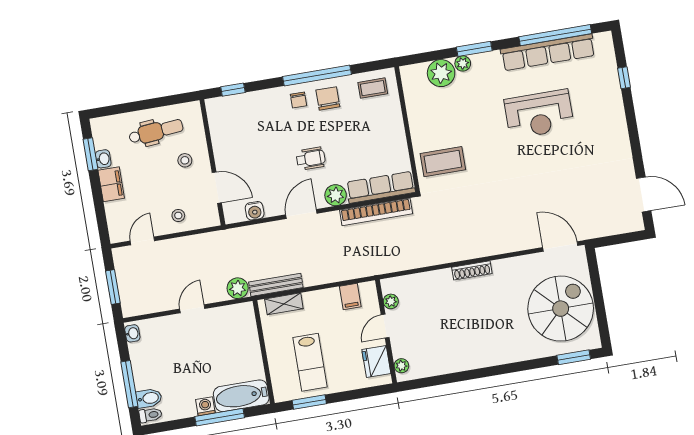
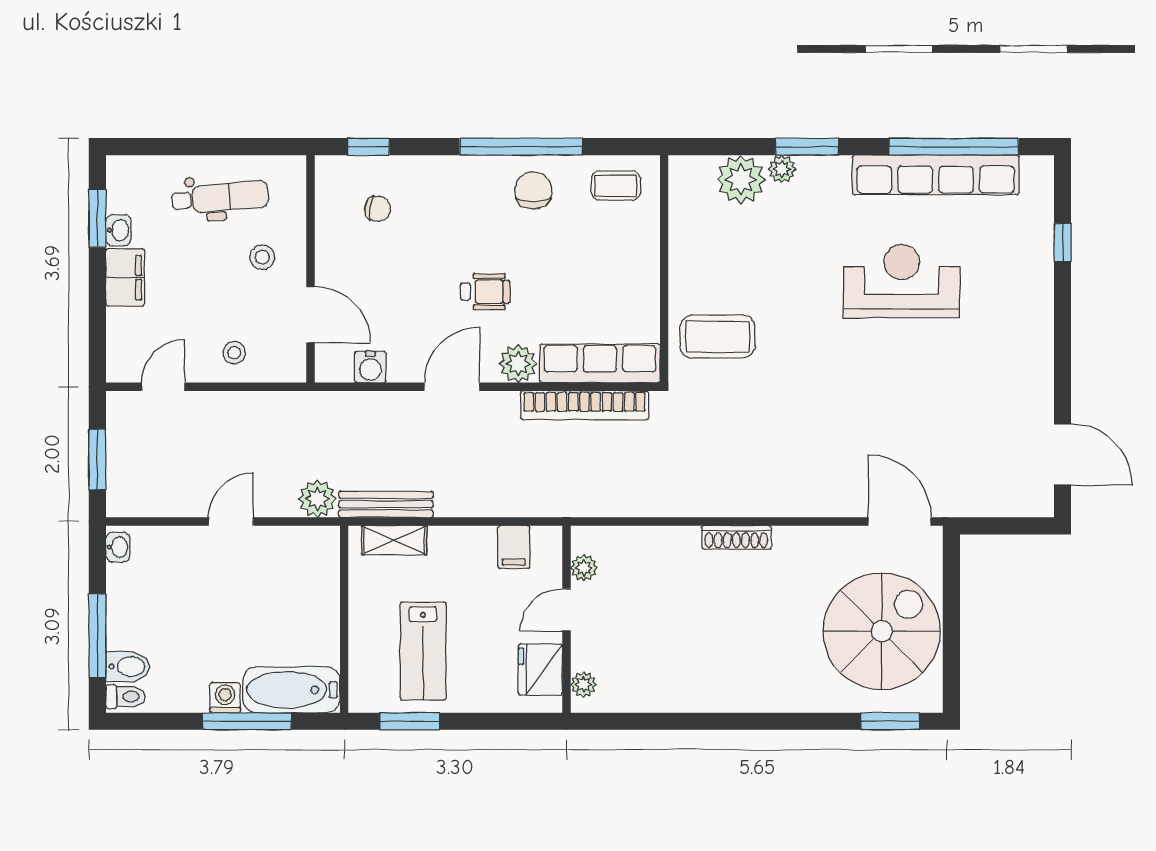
chair: (298, 100) -> (378, 209), moved, turned -81
reception desk: (539, 114) -> (902, 281), turned 180

